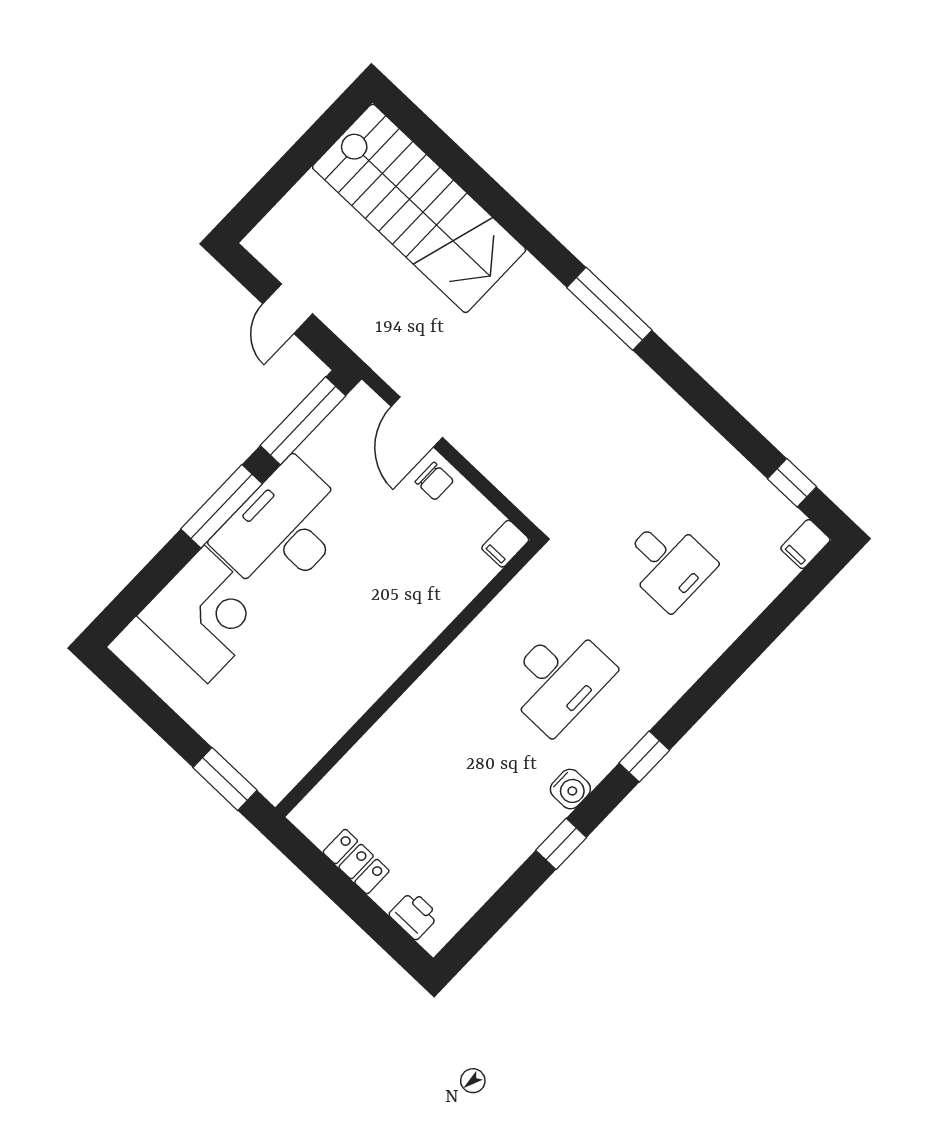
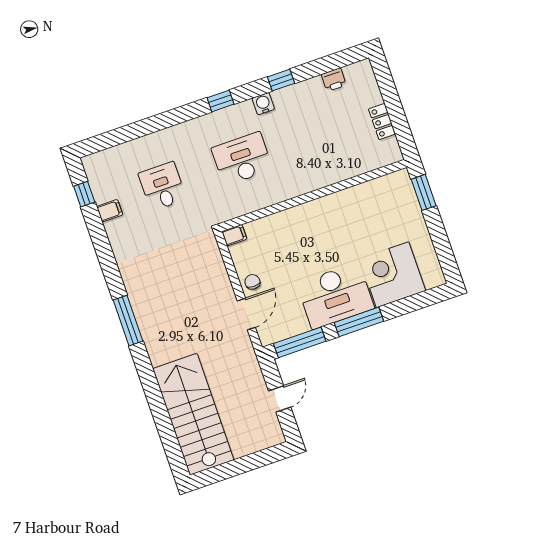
filing cabinet: (805, 544) -> (110, 211), moved
printer: (414, 915) -> (334, 80), moved, turned -90

